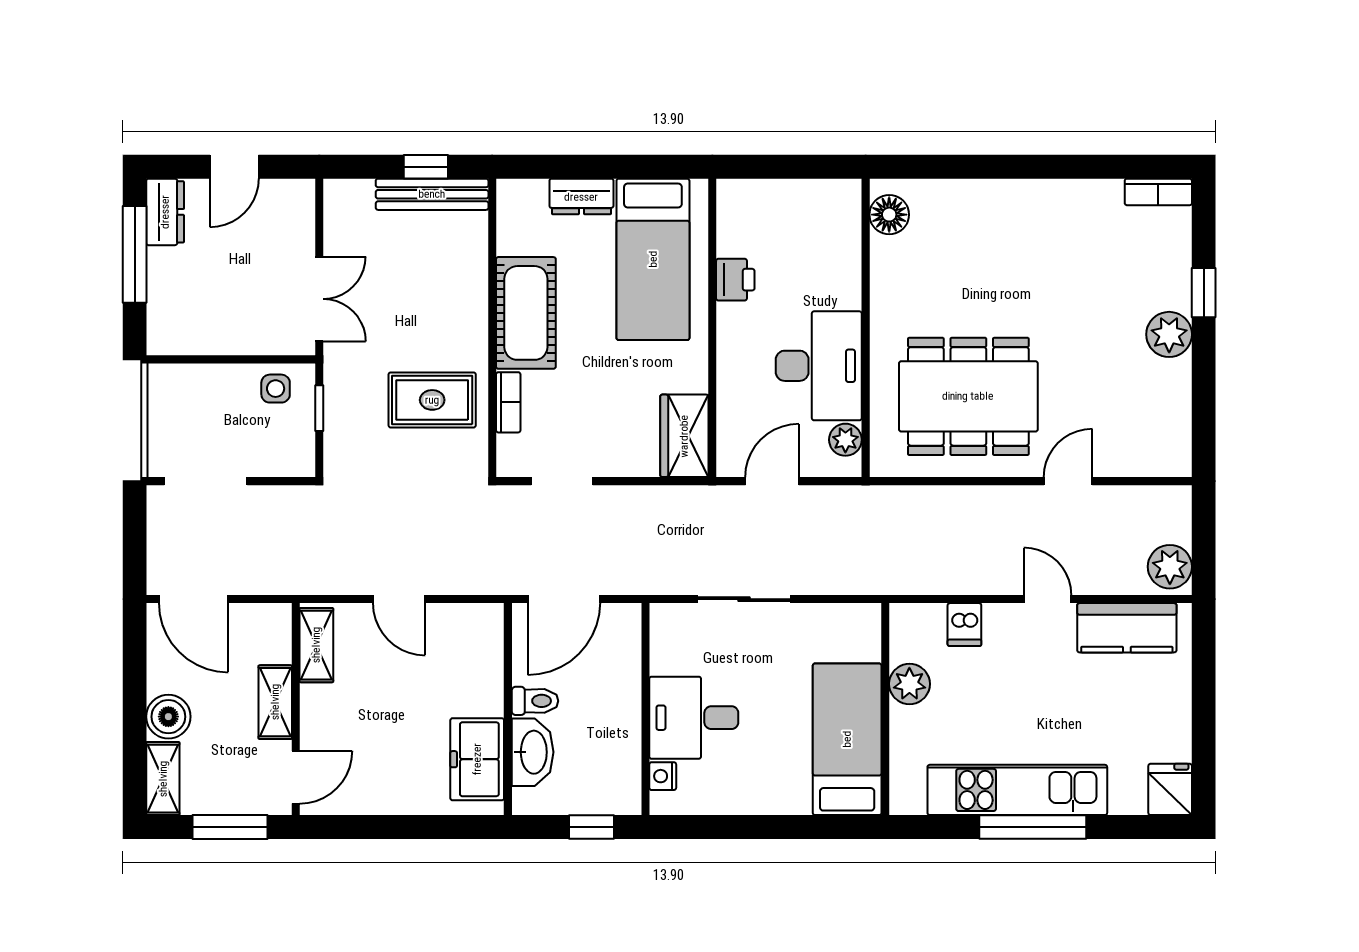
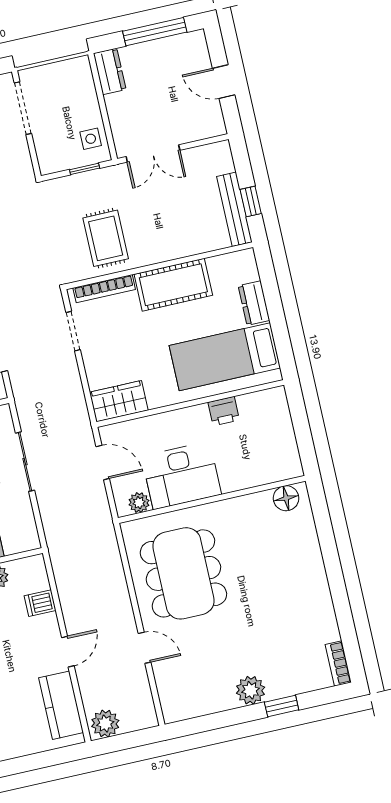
dresser: (165, 212) -> (110, 71), moved, turned -90
bookcase: (508, 402) -> (104, 289), width x1.56

